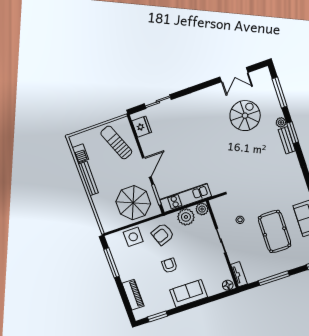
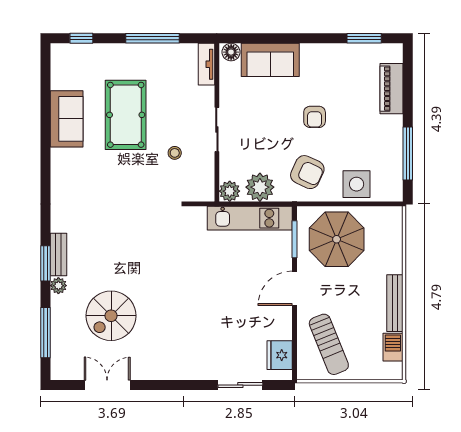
armchair: (163, 234) -> (307, 172), turned 45
sofa: (189, 293) -> (270, 60), moved

